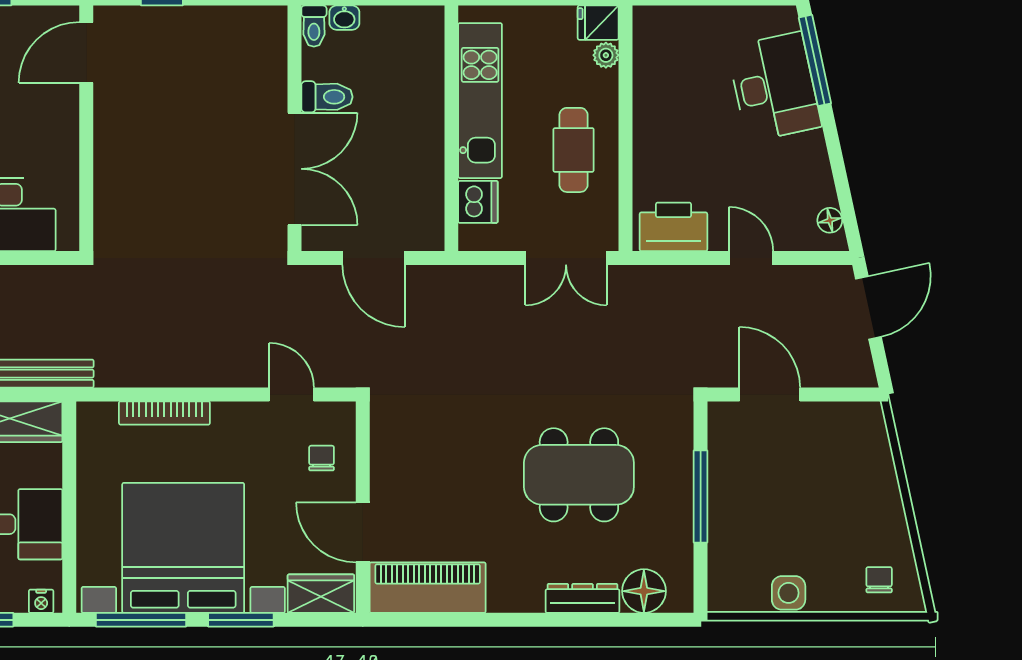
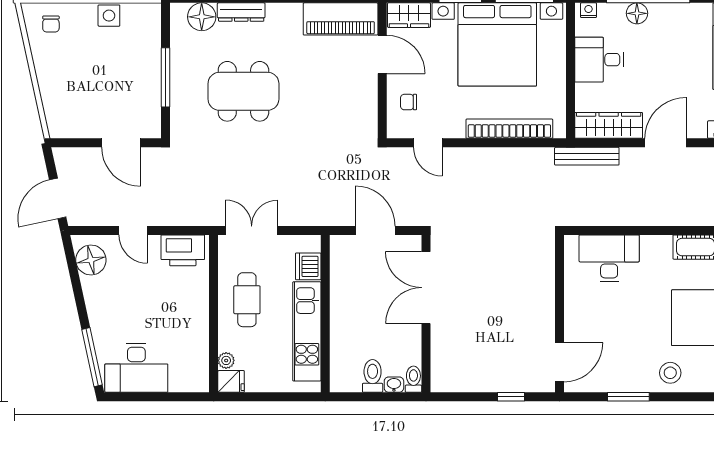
desk: (774, 87) -> (136, 368), moved, turned -78
toilet: (327, 97) -> (373, 376), moved, turned 90
floor lamp: (830, 220) -> (91, 260), width x1.89, depth x1.89
bookcase: (164, 413) -> (509, 129), width x1.48, depth x1.31
chair: (322, 458) -> (409, 102), turned 90

